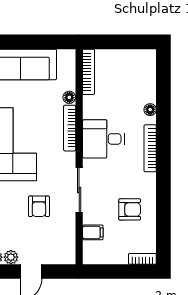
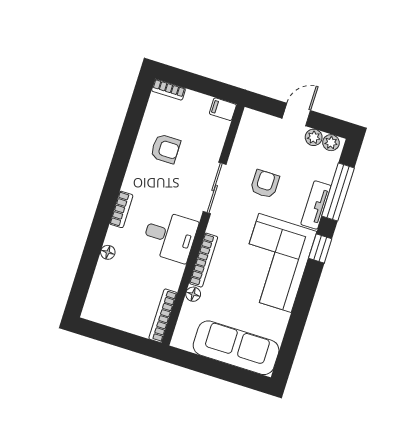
bookcase: (150, 148) -> (121, 209), width x0.64
armchair: (130, 209) -> (165, 149), turned 180
filing cabinet: (93, 232) -> (223, 109), moved

